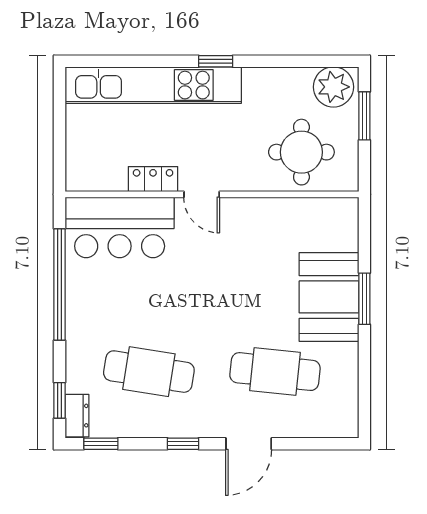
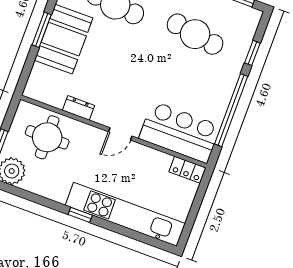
locker: (153, 179) -> (187, 170), moved
door: (202, 194) -> (120, 134), swing flipped
window: (60, 400) -> (252, 53), moved
dresser: (77, 416) -> (78, 108), moved, turned 90

